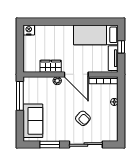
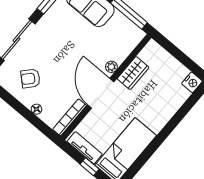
door: (76, 74) -> (101, 93), hinge flipped
armchair: (83, 118) -> (30, 78), moved

